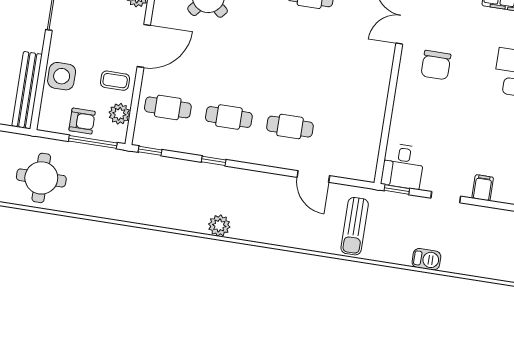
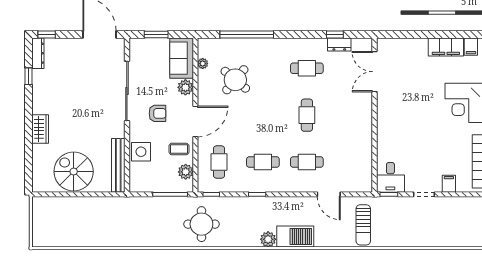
cafe table: (300, 61) -> (307, 115), added
chair: (436, 65) -> (403, 103), removed
cafe table: (168, 107) -> (219, 162), turned 90
armchair: (82, 121) -> (157, 113), moved
round table: (41, 178) -> (201, 224), moved
barbecue: (426, 259) -> (295, 237), moved, width x1.88, depth x1.53

